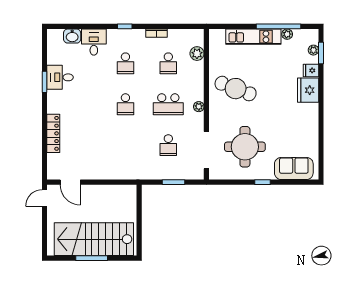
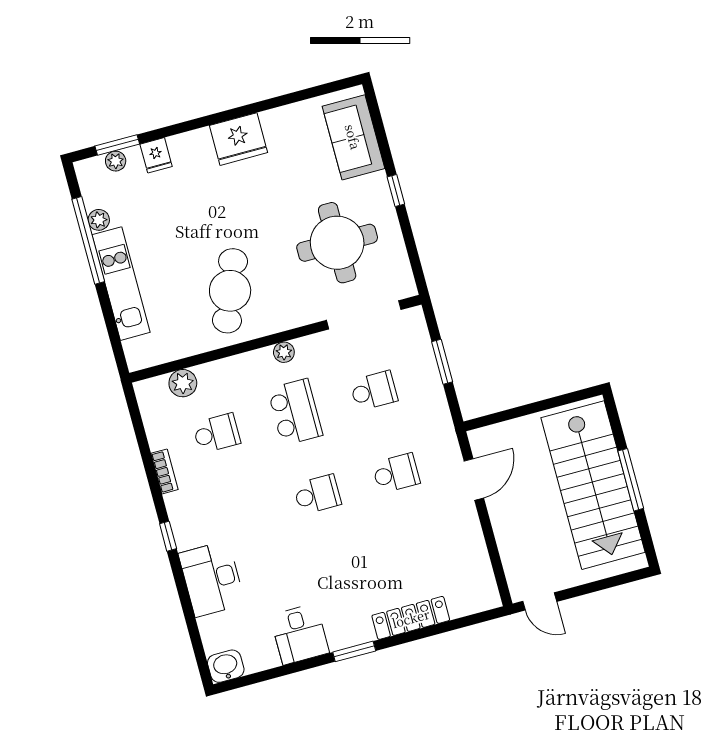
washbasin: (72, 36) -> (226, 666), moved, turned -90
desk: (94, 42) -> (212, 579), width x1.37
school desk: (125, 63) -> (396, 473), moved
window: (44, 82) -> (354, 651), moved
fridge: (308, 90) -> (239, 139), moved
door: (70, 182) -> (474, 480), moved

